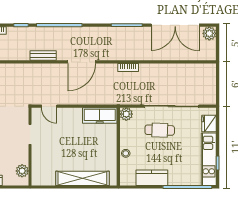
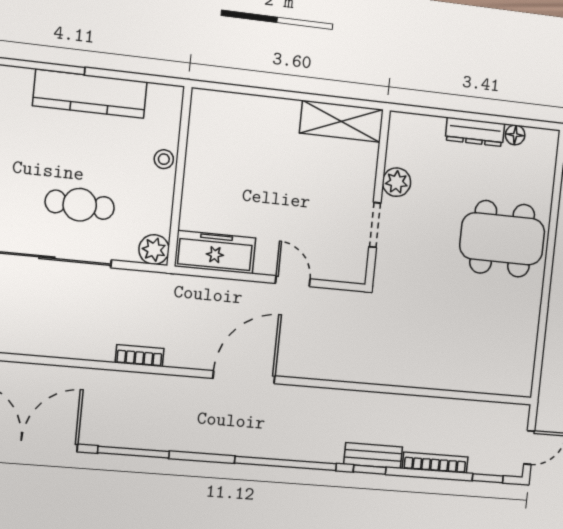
bench: (43, 56) -> (373, 456), moved
door: (49, 106) -> (293, 281), moved
plant: (22, 171) -> (397, 182), moved
shelving: (82, 178) -> (342, 121), moved, width x0.68
kitchen counter: (152, 178) -> (90, 94), width x1.50

